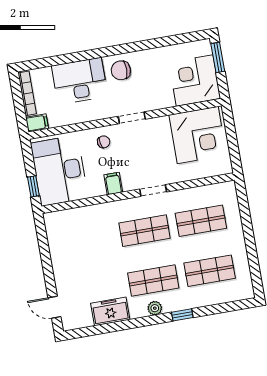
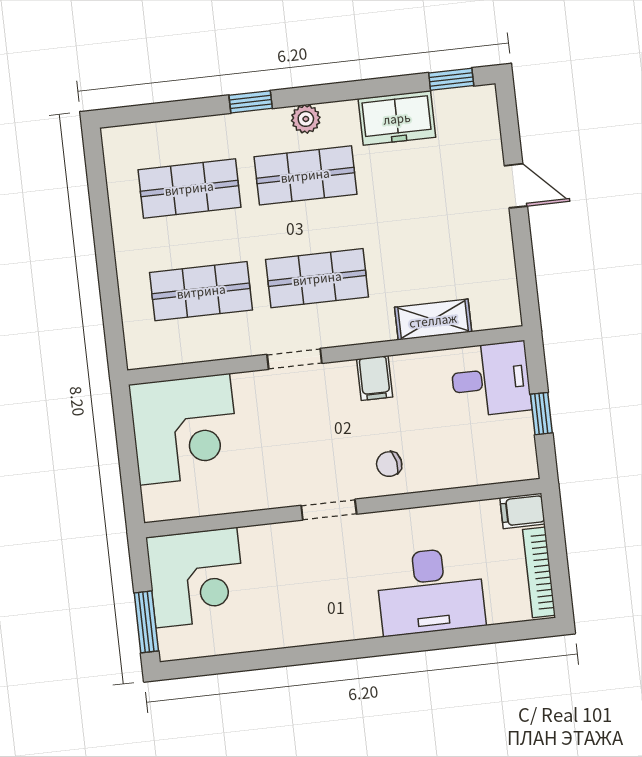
chair: (121, 70) -> (345, 608), removed
corner desk: (198, 135) -> (185, 429), moved, turned 180
desk: (59, 171) -> (491, 379), width x0.53, depth x0.77
window: (33, 186) -> (541, 414), moved
shelving: (86, 214) -> (433, 320), added
door: (54, 307) -> (516, 186), moved
window: (85, 332) -> (451, 79), added

